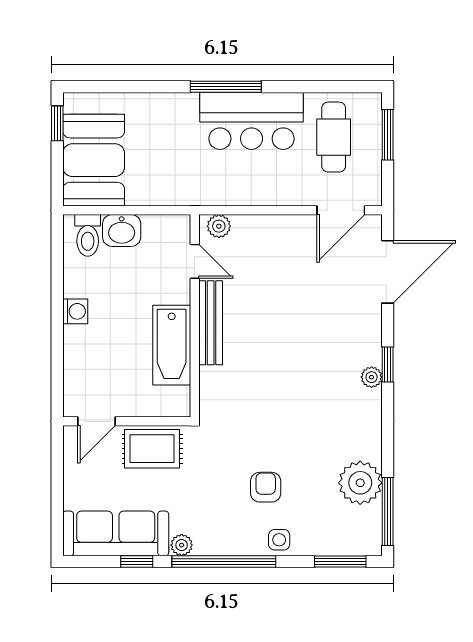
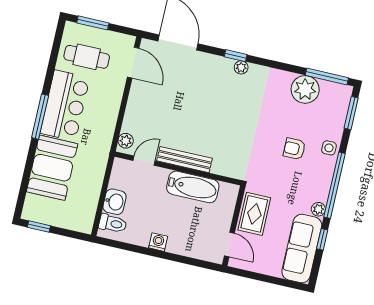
booth: (94, 160) -> (52, 168), moved, turned 90

